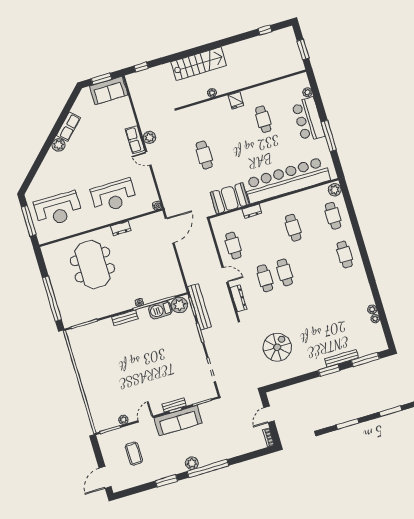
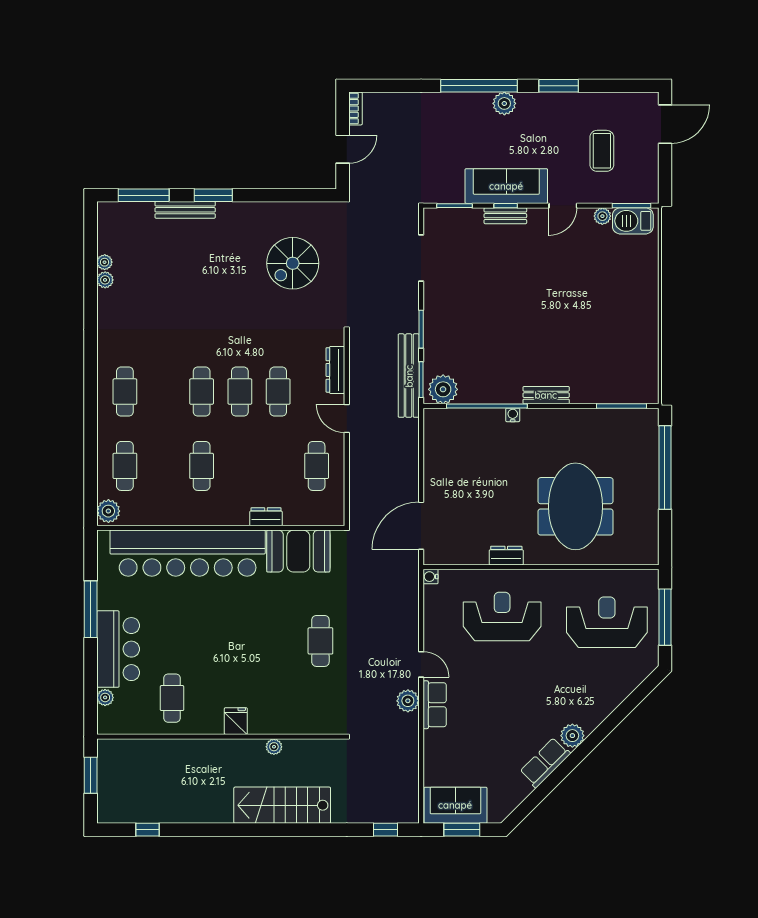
cafe table: (263, 119) -> (172, 698), moved
cafe table: (305, 266) -> (202, 392), added
barbecue: (160, 310) -> (633, 221), moved, turned 180

